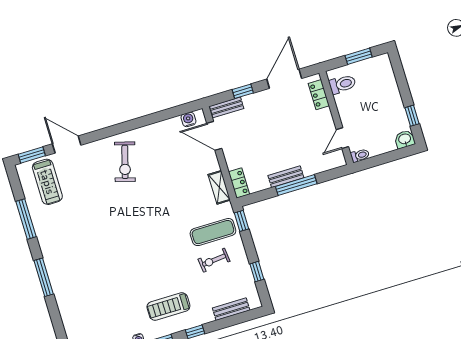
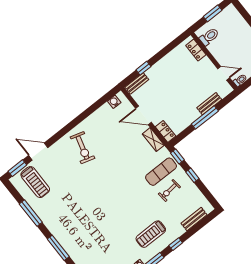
door: (284, 79) -> (168, 49), removed
door: (214, 136) -> (144, 115), moved
door: (342, 138) -> (224, 73), swing flipped
bench: (286, 177) -> (209, 104), moved
window: (257, 272) -> (192, 175), moved

